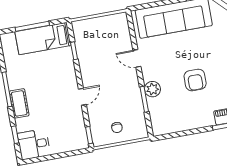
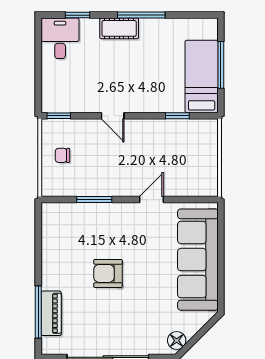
plant: (152, 89) -> (106, 213), removed

